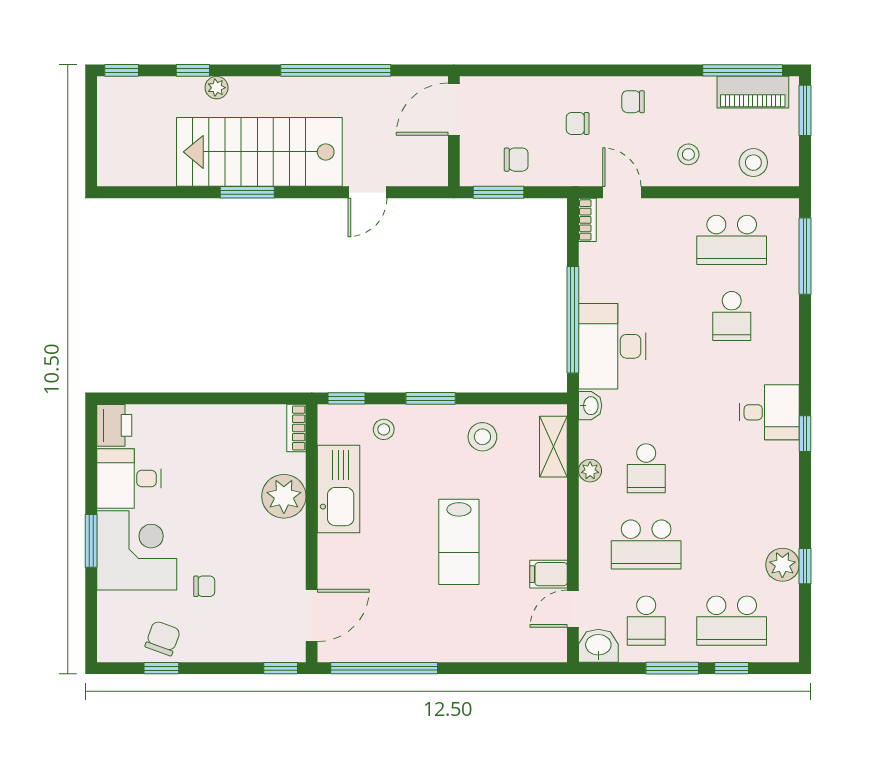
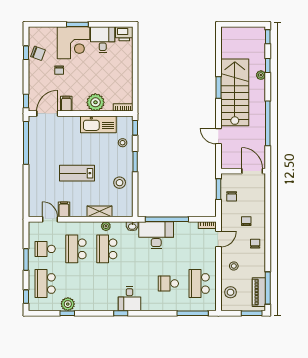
shelving: (553, 447) -> (99, 211), moved
school desk: (646, 468) -> (107, 249), width x1.85
filing cabinet: (287, 568) -> (66, 104), added
door: (312, 615) -> (47, 114), swing flipped
washbasin: (598, 646) -> (35, 230), removed
window: (732, 668) -> (26, 297), moved

